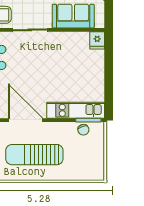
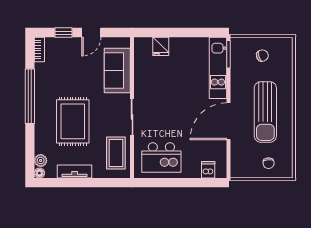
fridge: (97, 40) -> (161, 46), moved, turned 90
chair: (83, 130) -> (262, 56), moved

